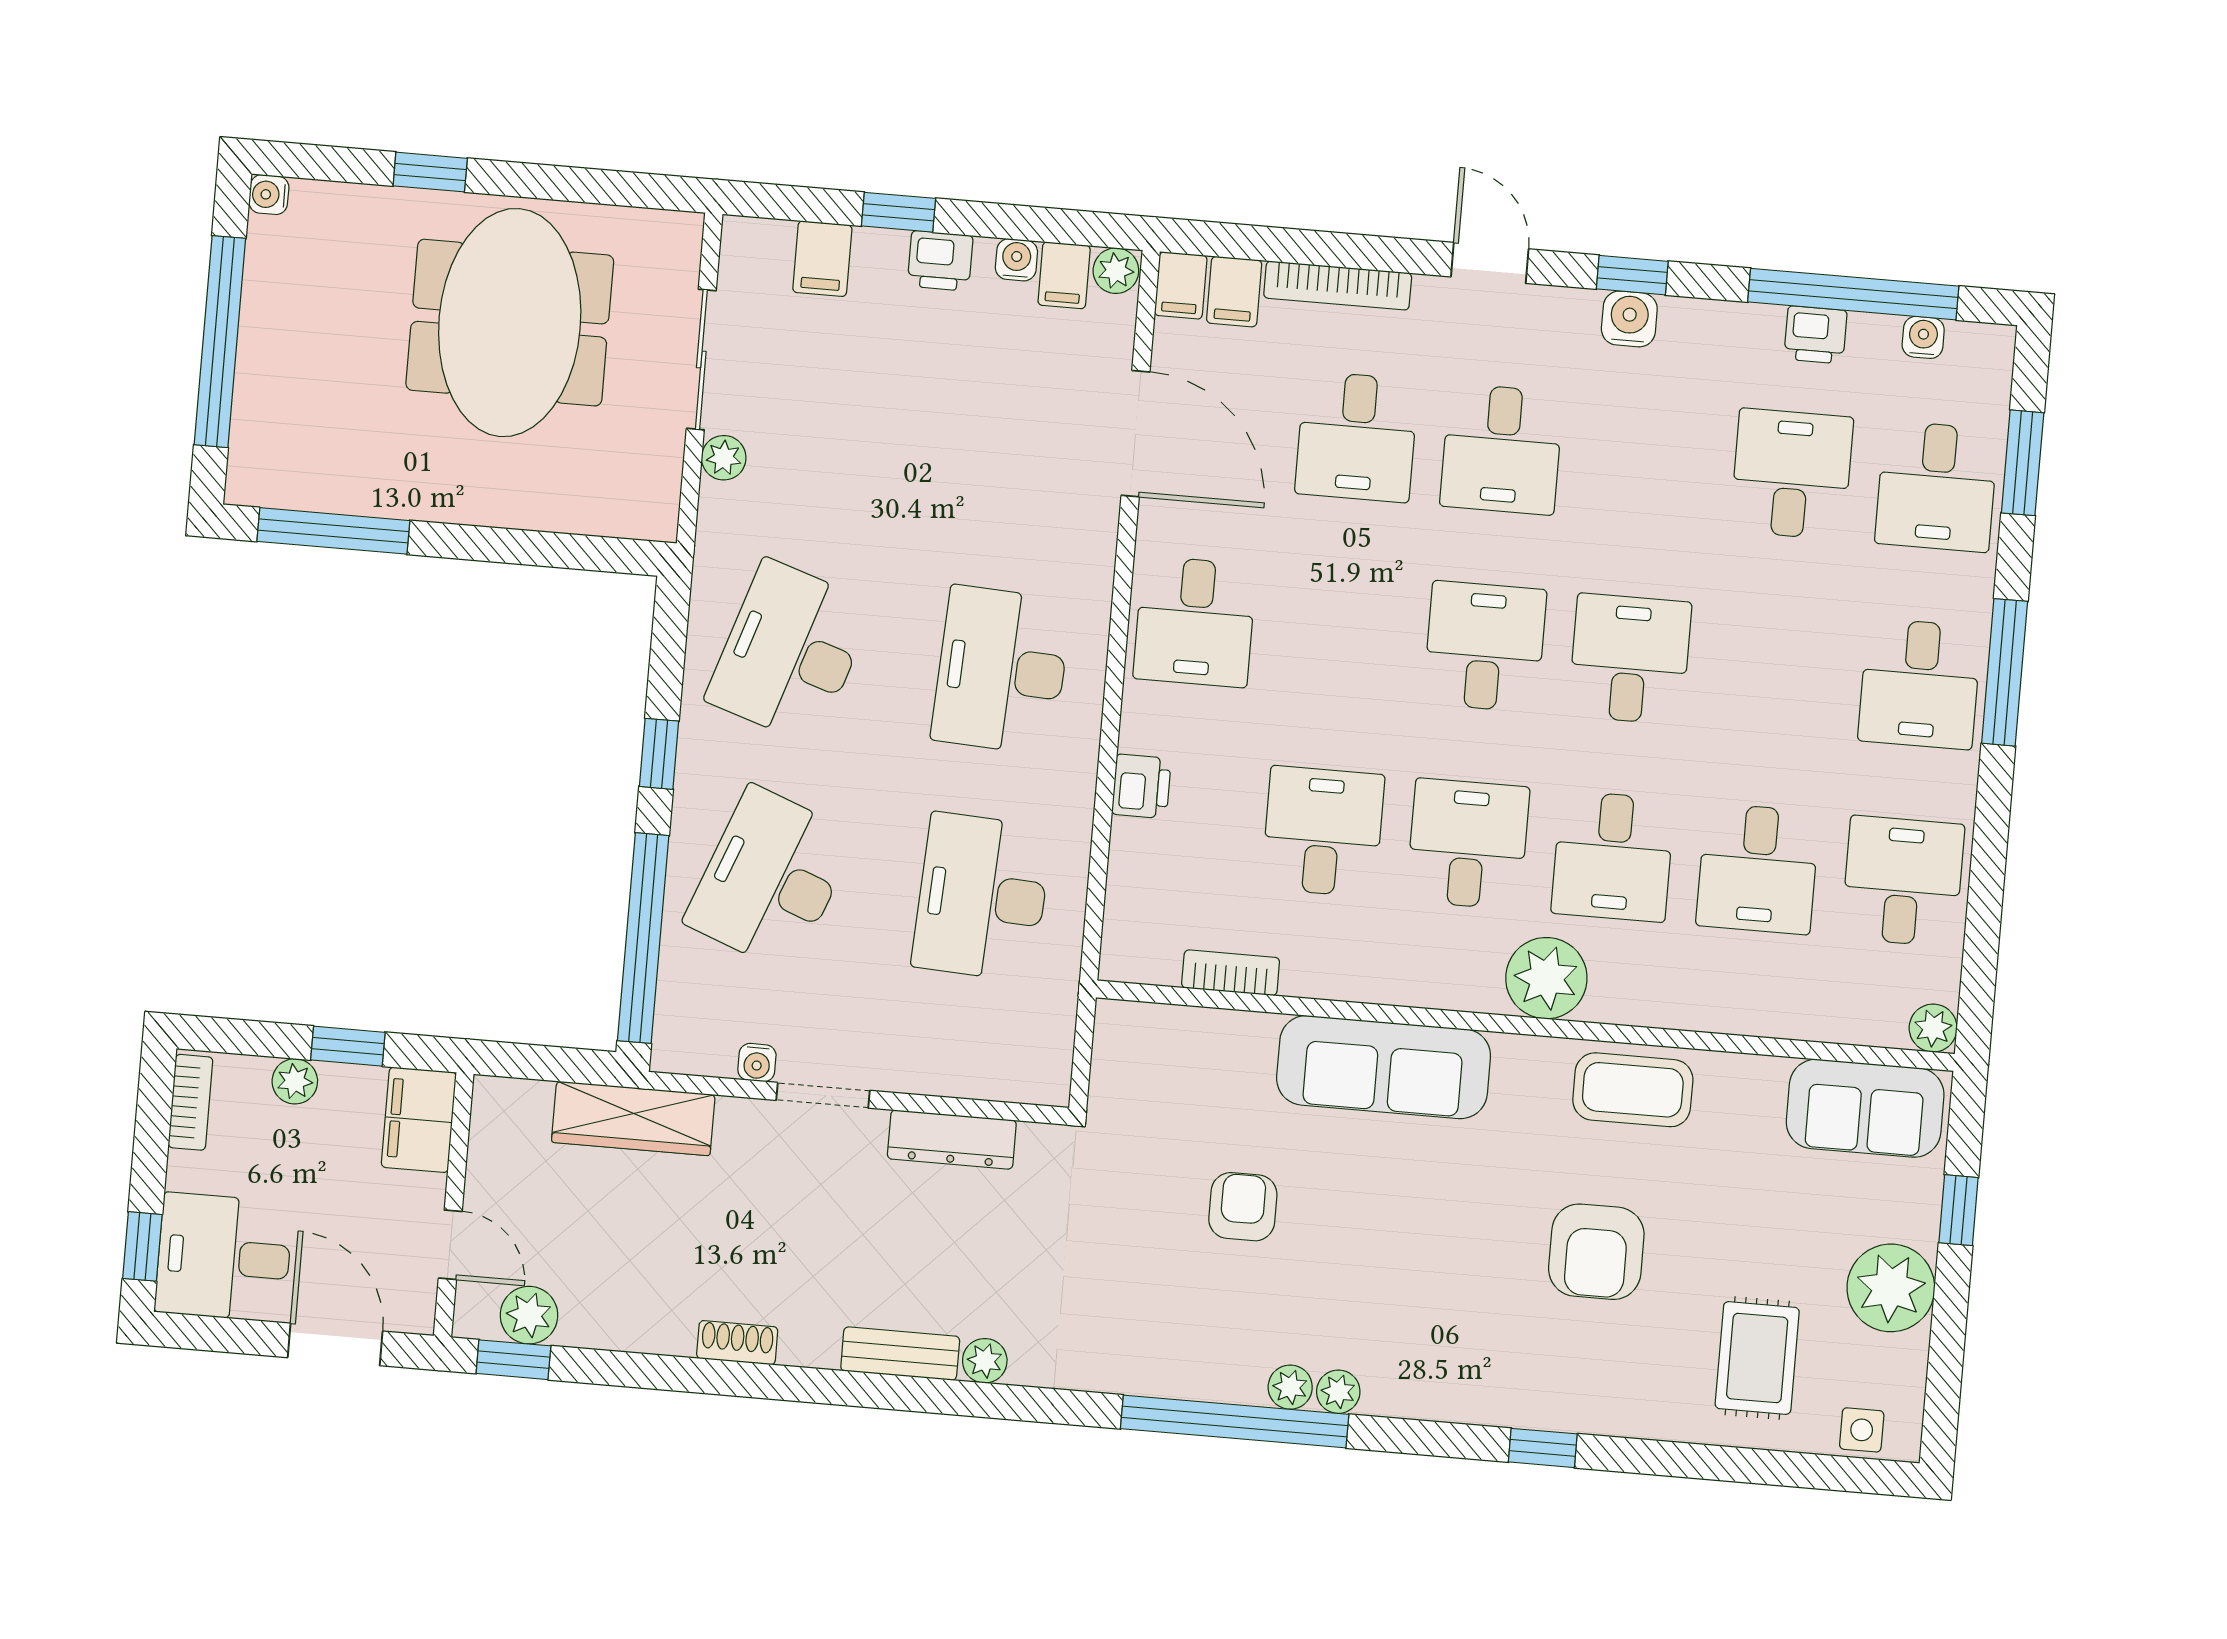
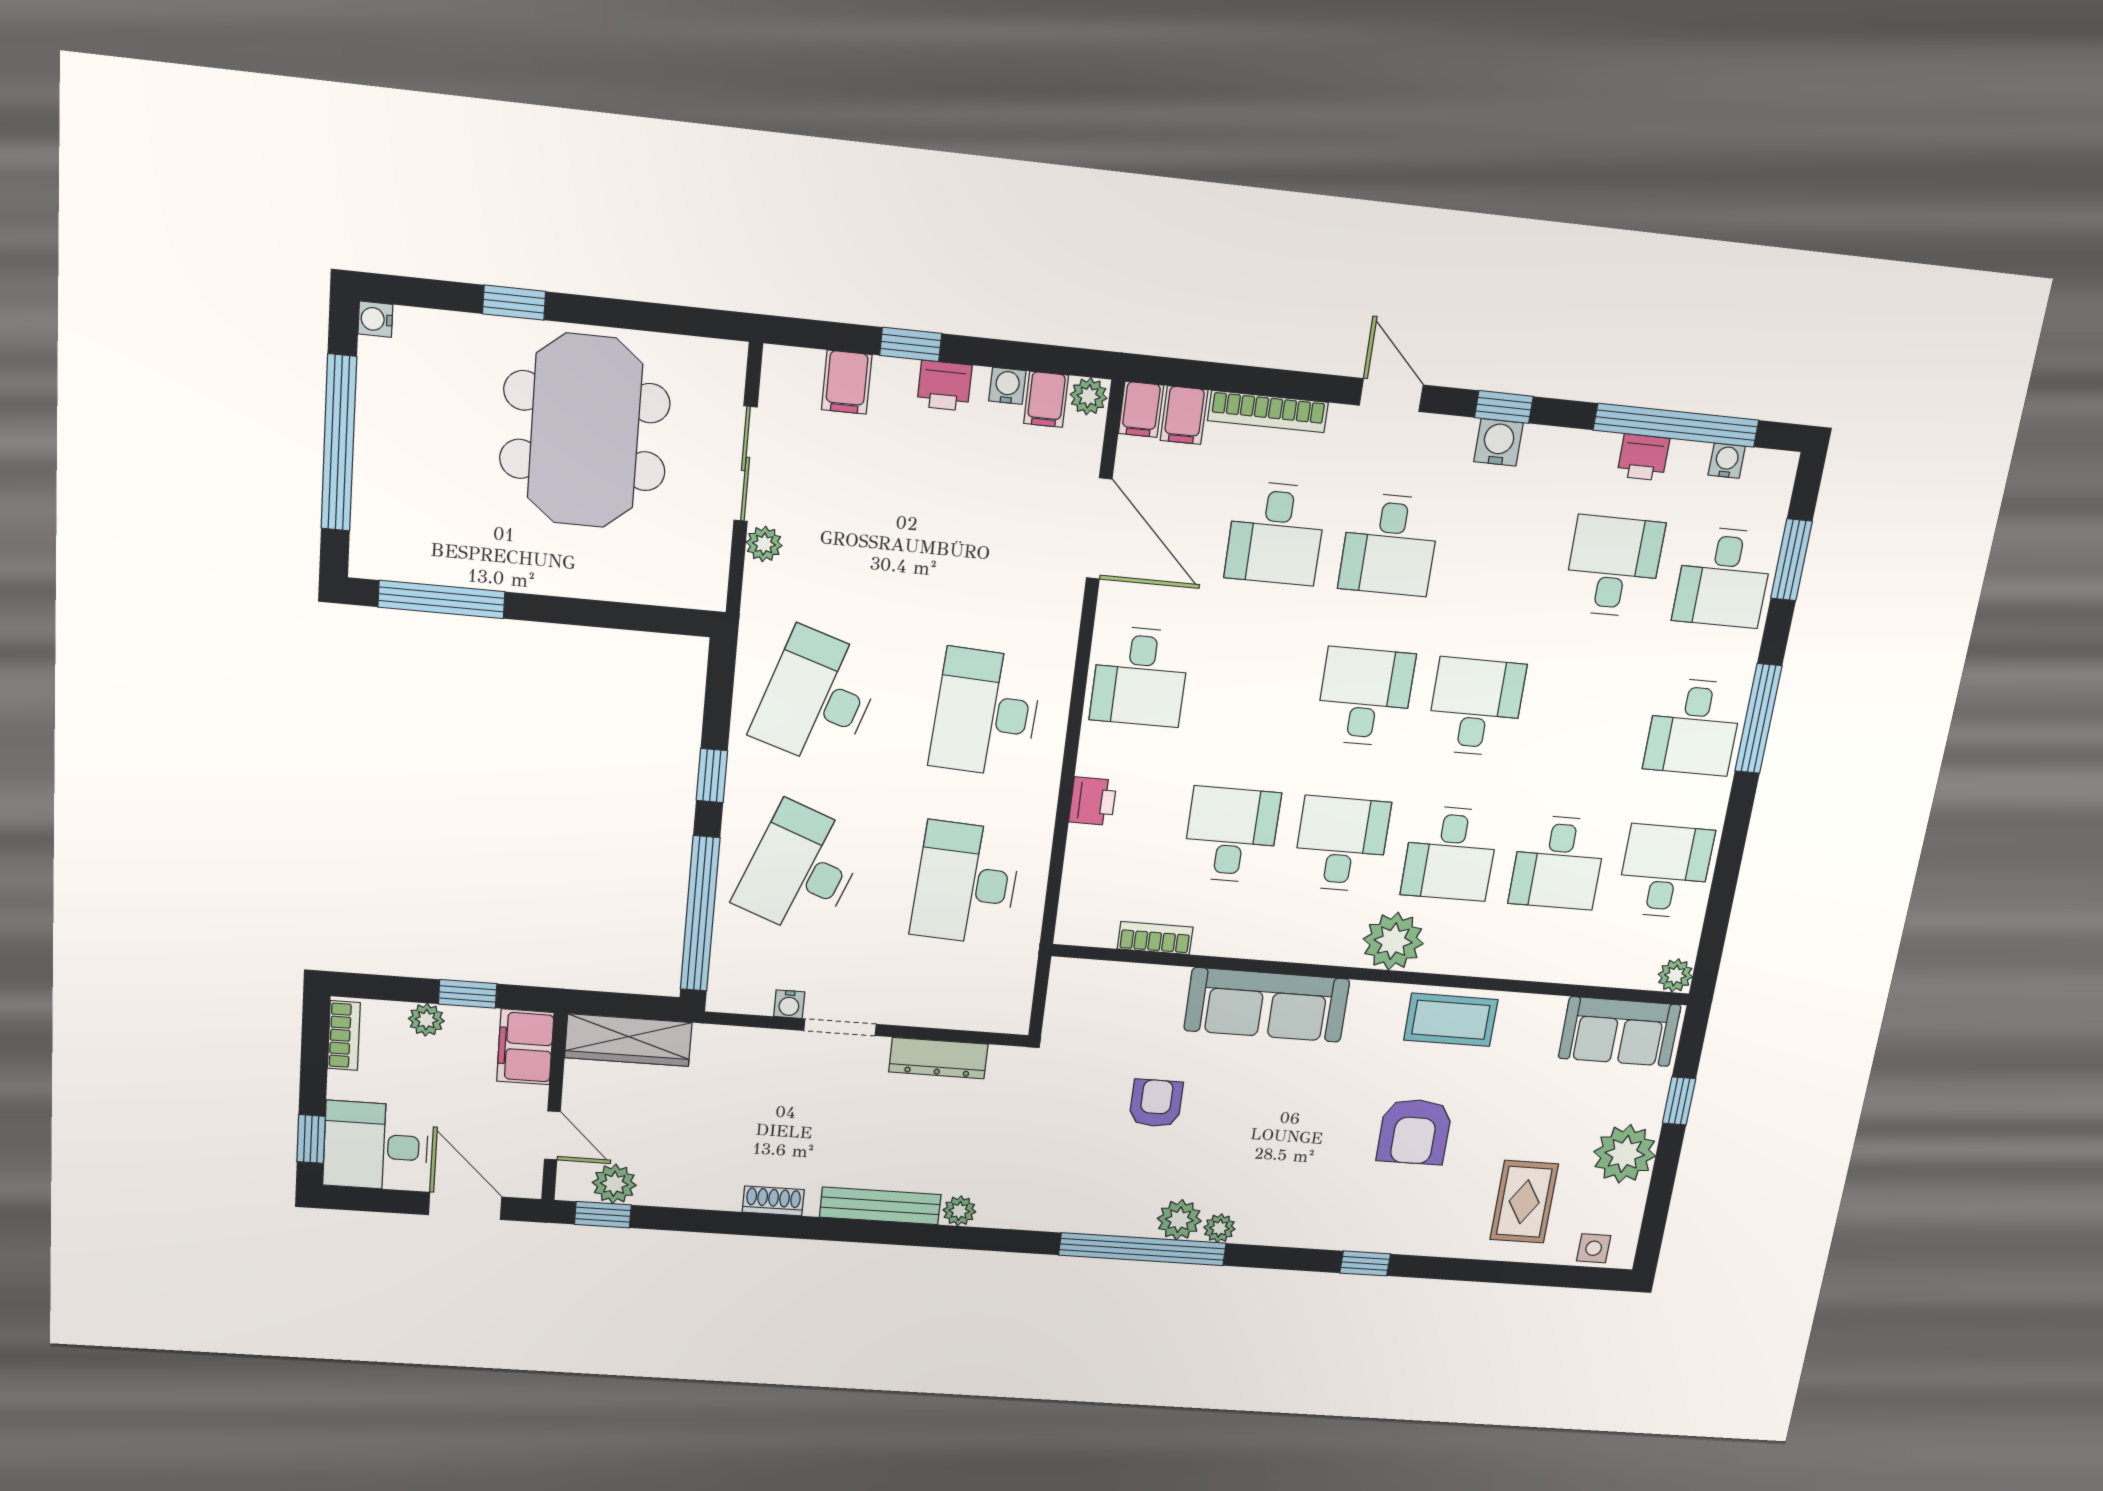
wardrobe: (633, 1118) -> (628, 1040), moved
bench: (900, 1354) -> (880, 1206), width x1.36
plant: (1290, 1387) -> (1179, 1220), width x1.38, depth x1.38

